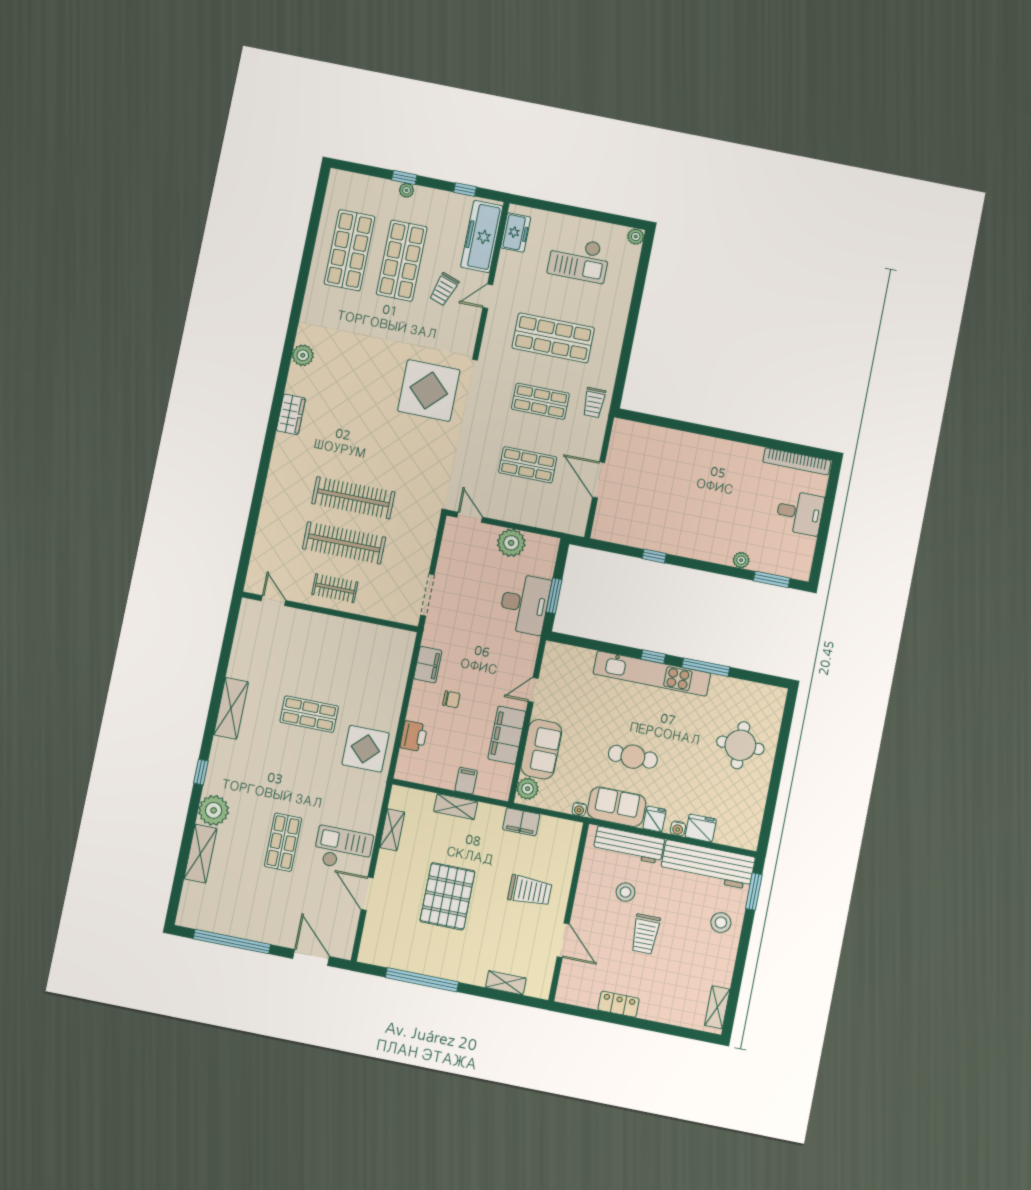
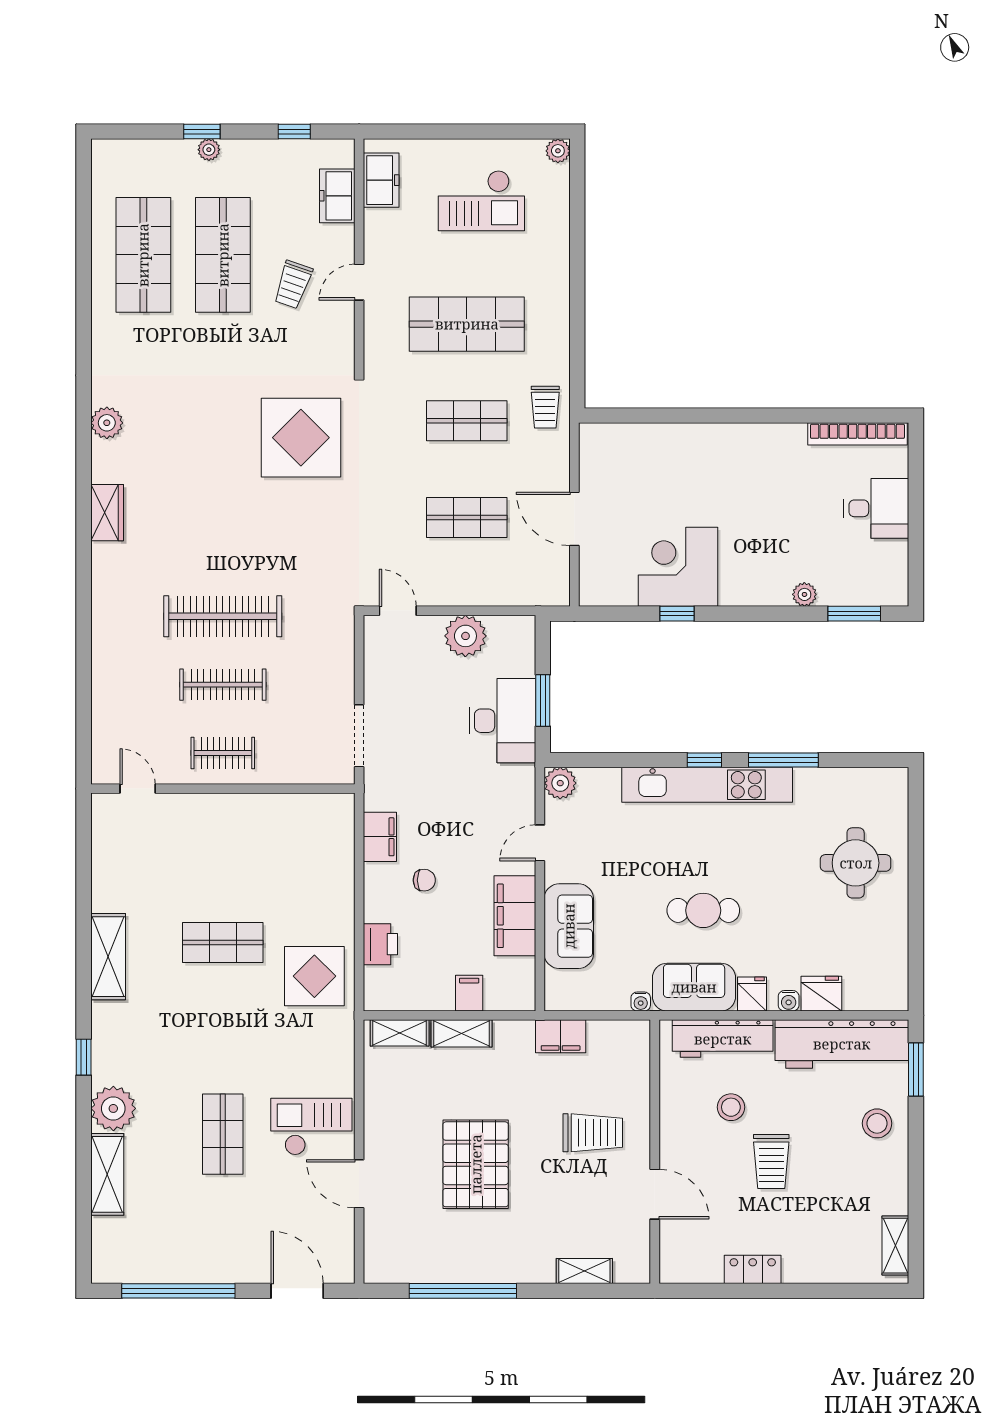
freezer: (482, 236) -> (337, 196), width x0.52, depth x0.79
corner desk: (661, 525) -> (678, 567), added
clothes rail: (344, 543) -> (223, 685), width x0.73, depth x0.76
plant: (528, 789) -> (560, 783), moved
shelving: (392, 830) -> (400, 1033), moved, turned 90

